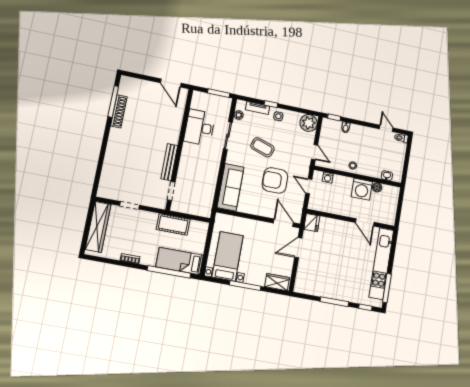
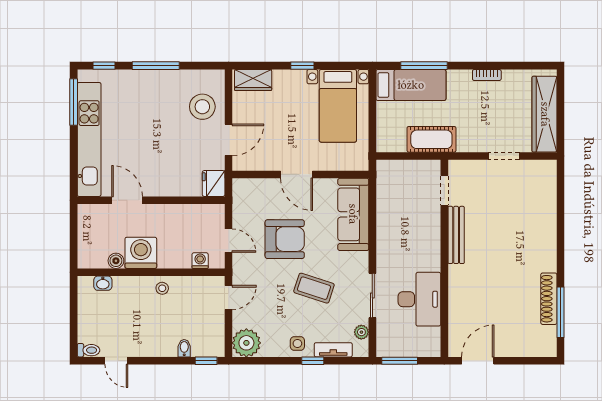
door: (171, 83) -> (478, 361), hinge flipped
door: (315, 152) -> (229, 297), swing flipped
door: (283, 223) -> (296, 174), moved
stool: (311, 271) -> (202, 107), added
window: (169, 272) -> (424, 66), width x0.68
window: (245, 286) -> (302, 66), width x0.46

